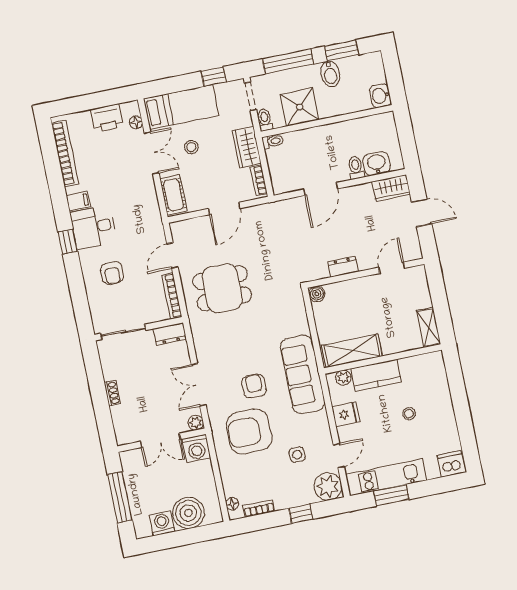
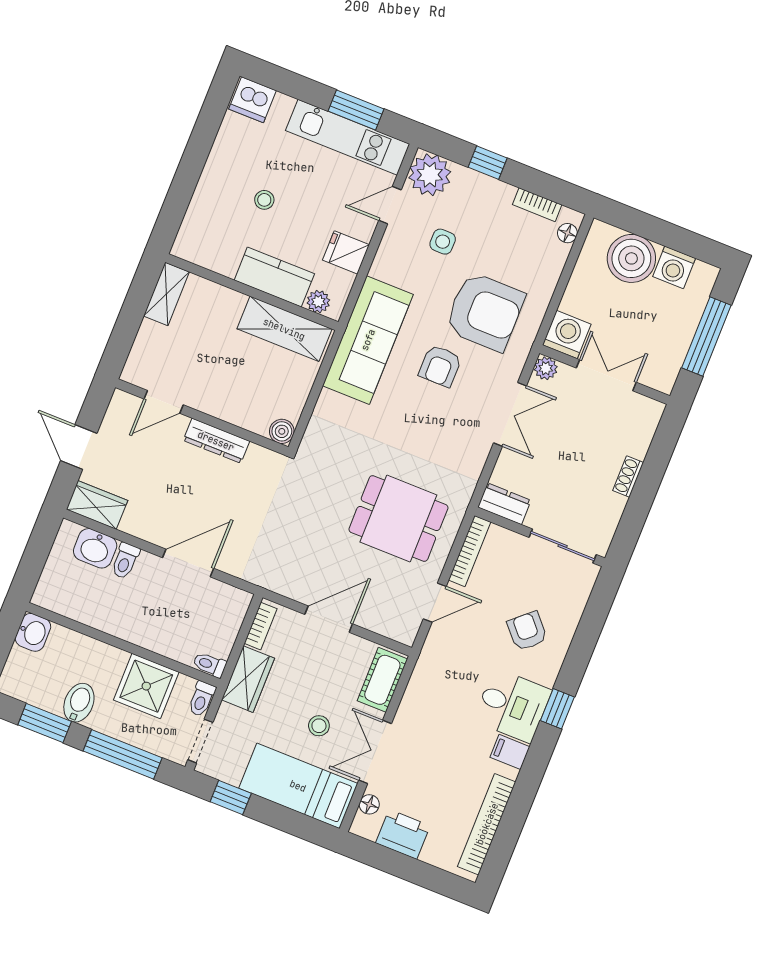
dresser: (343, 267) -> (216, 441), width x1.44
armchair: (112, 273) -> (527, 631), turned -42

